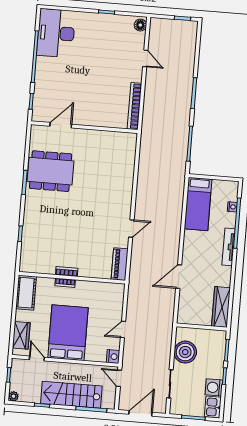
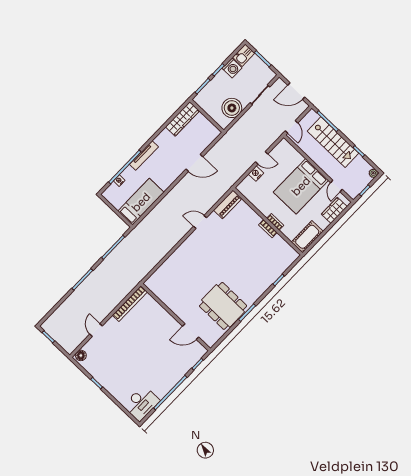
desk: (56, 33) -> (141, 403), width x0.73, depth x0.77
nightstand: (113, 357) -> (256, 174), moved

